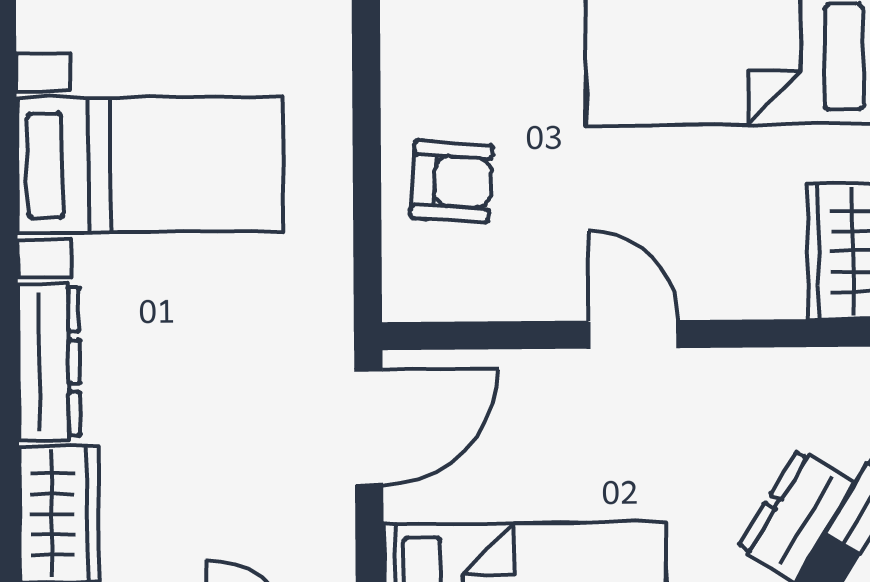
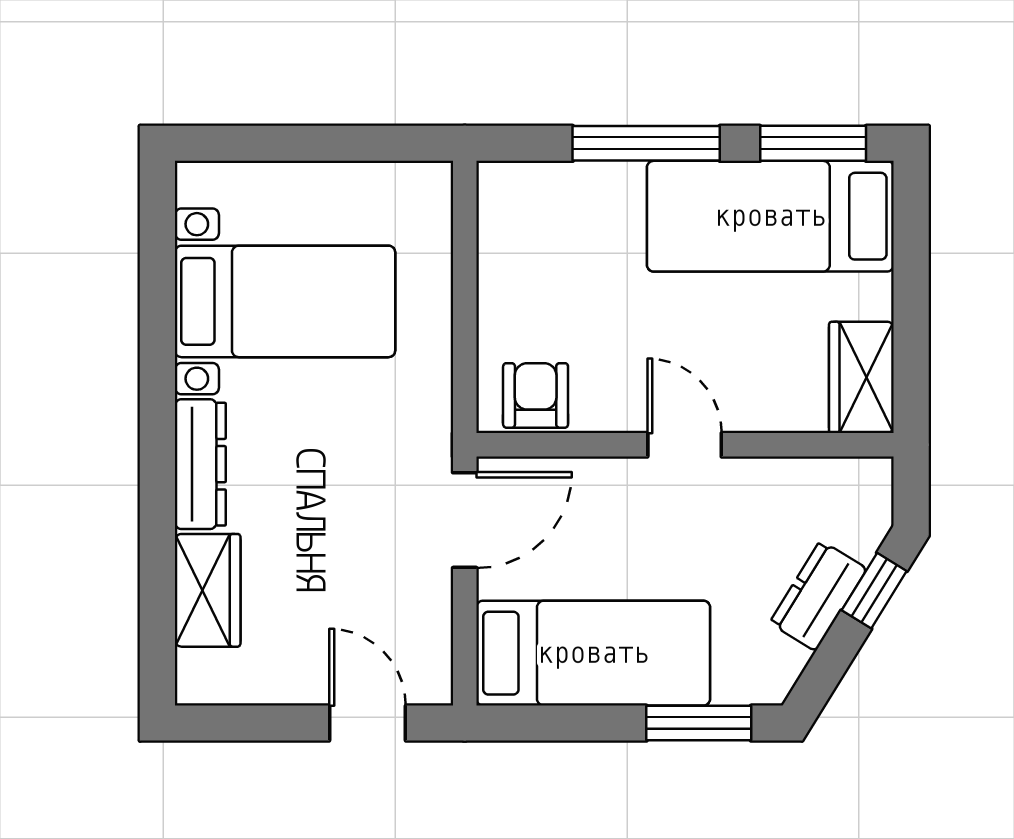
armchair: (452, 182) -> (536, 395), moved, turned -94

